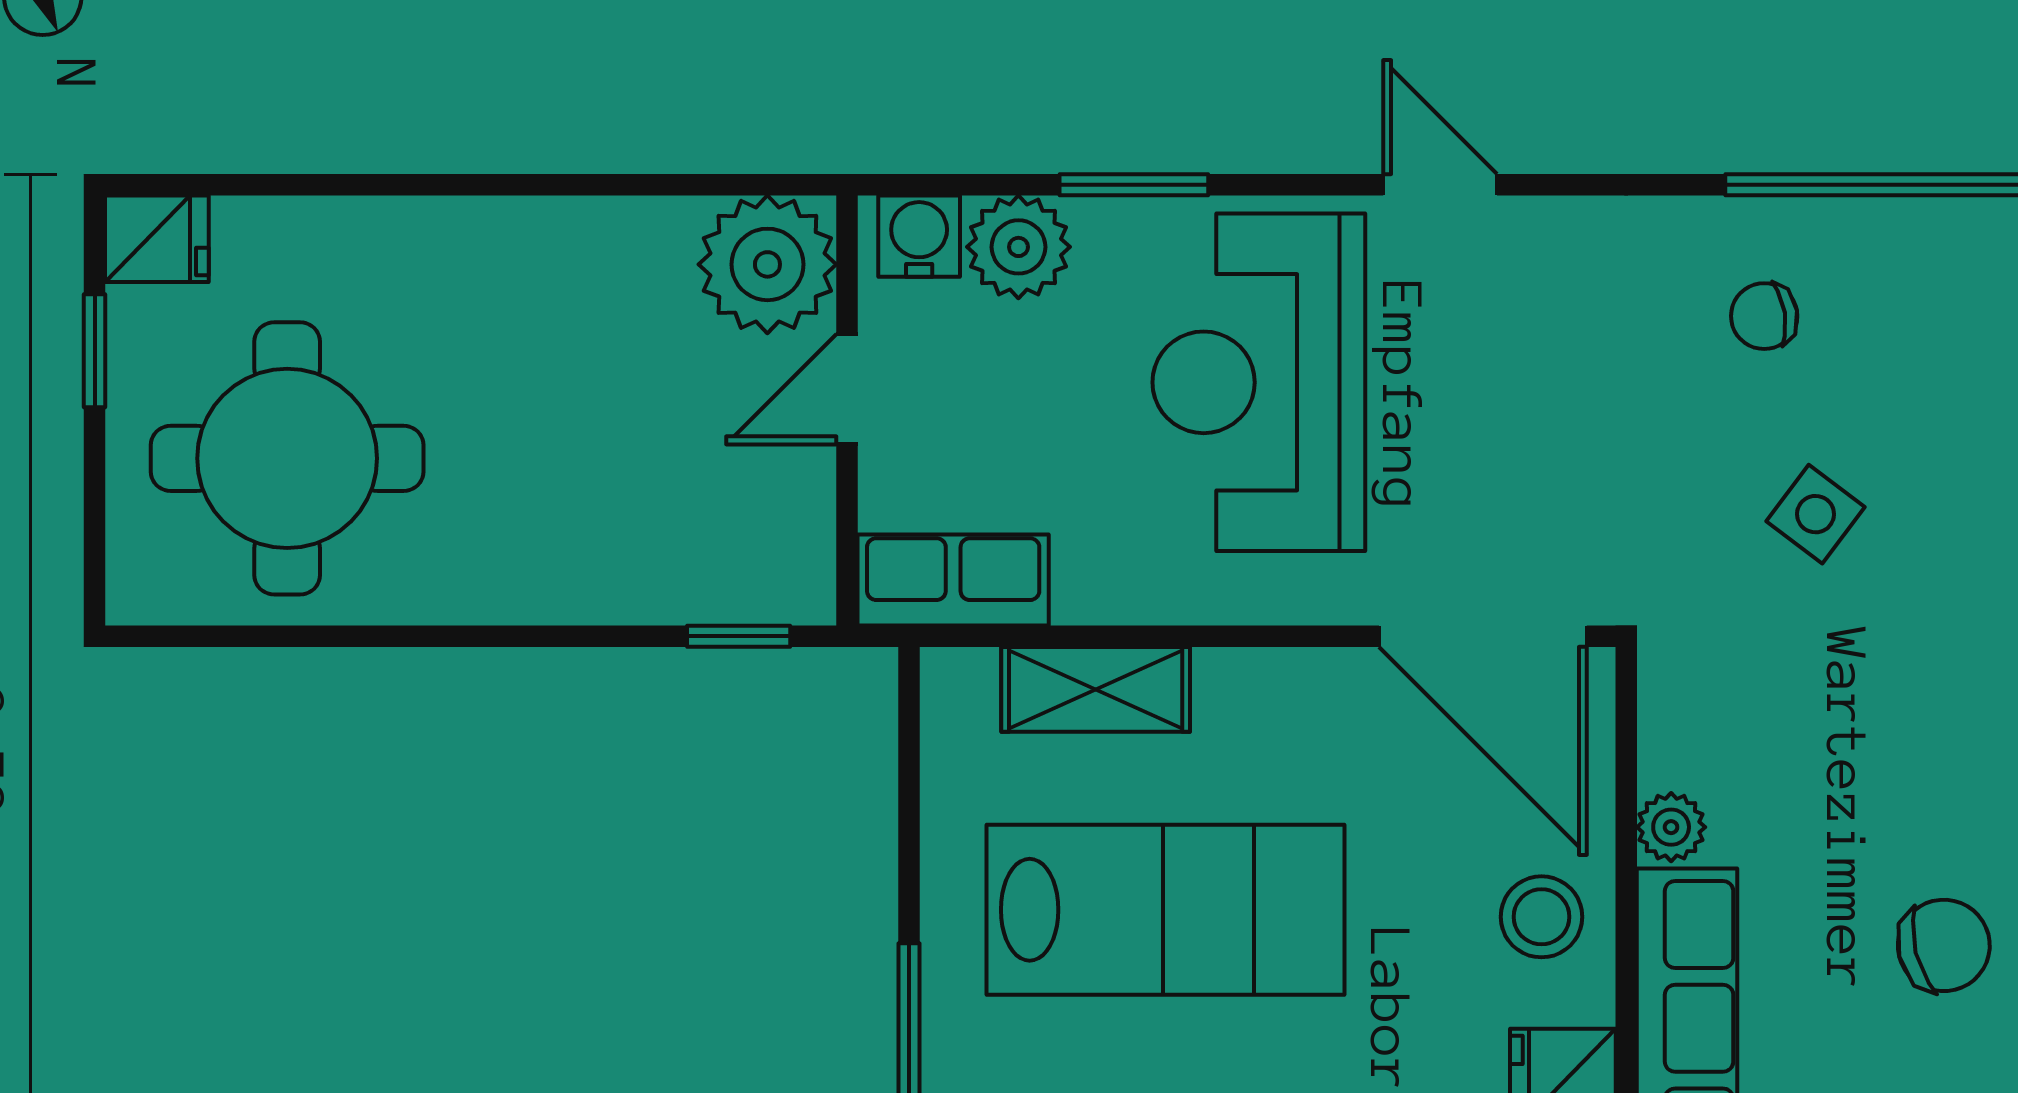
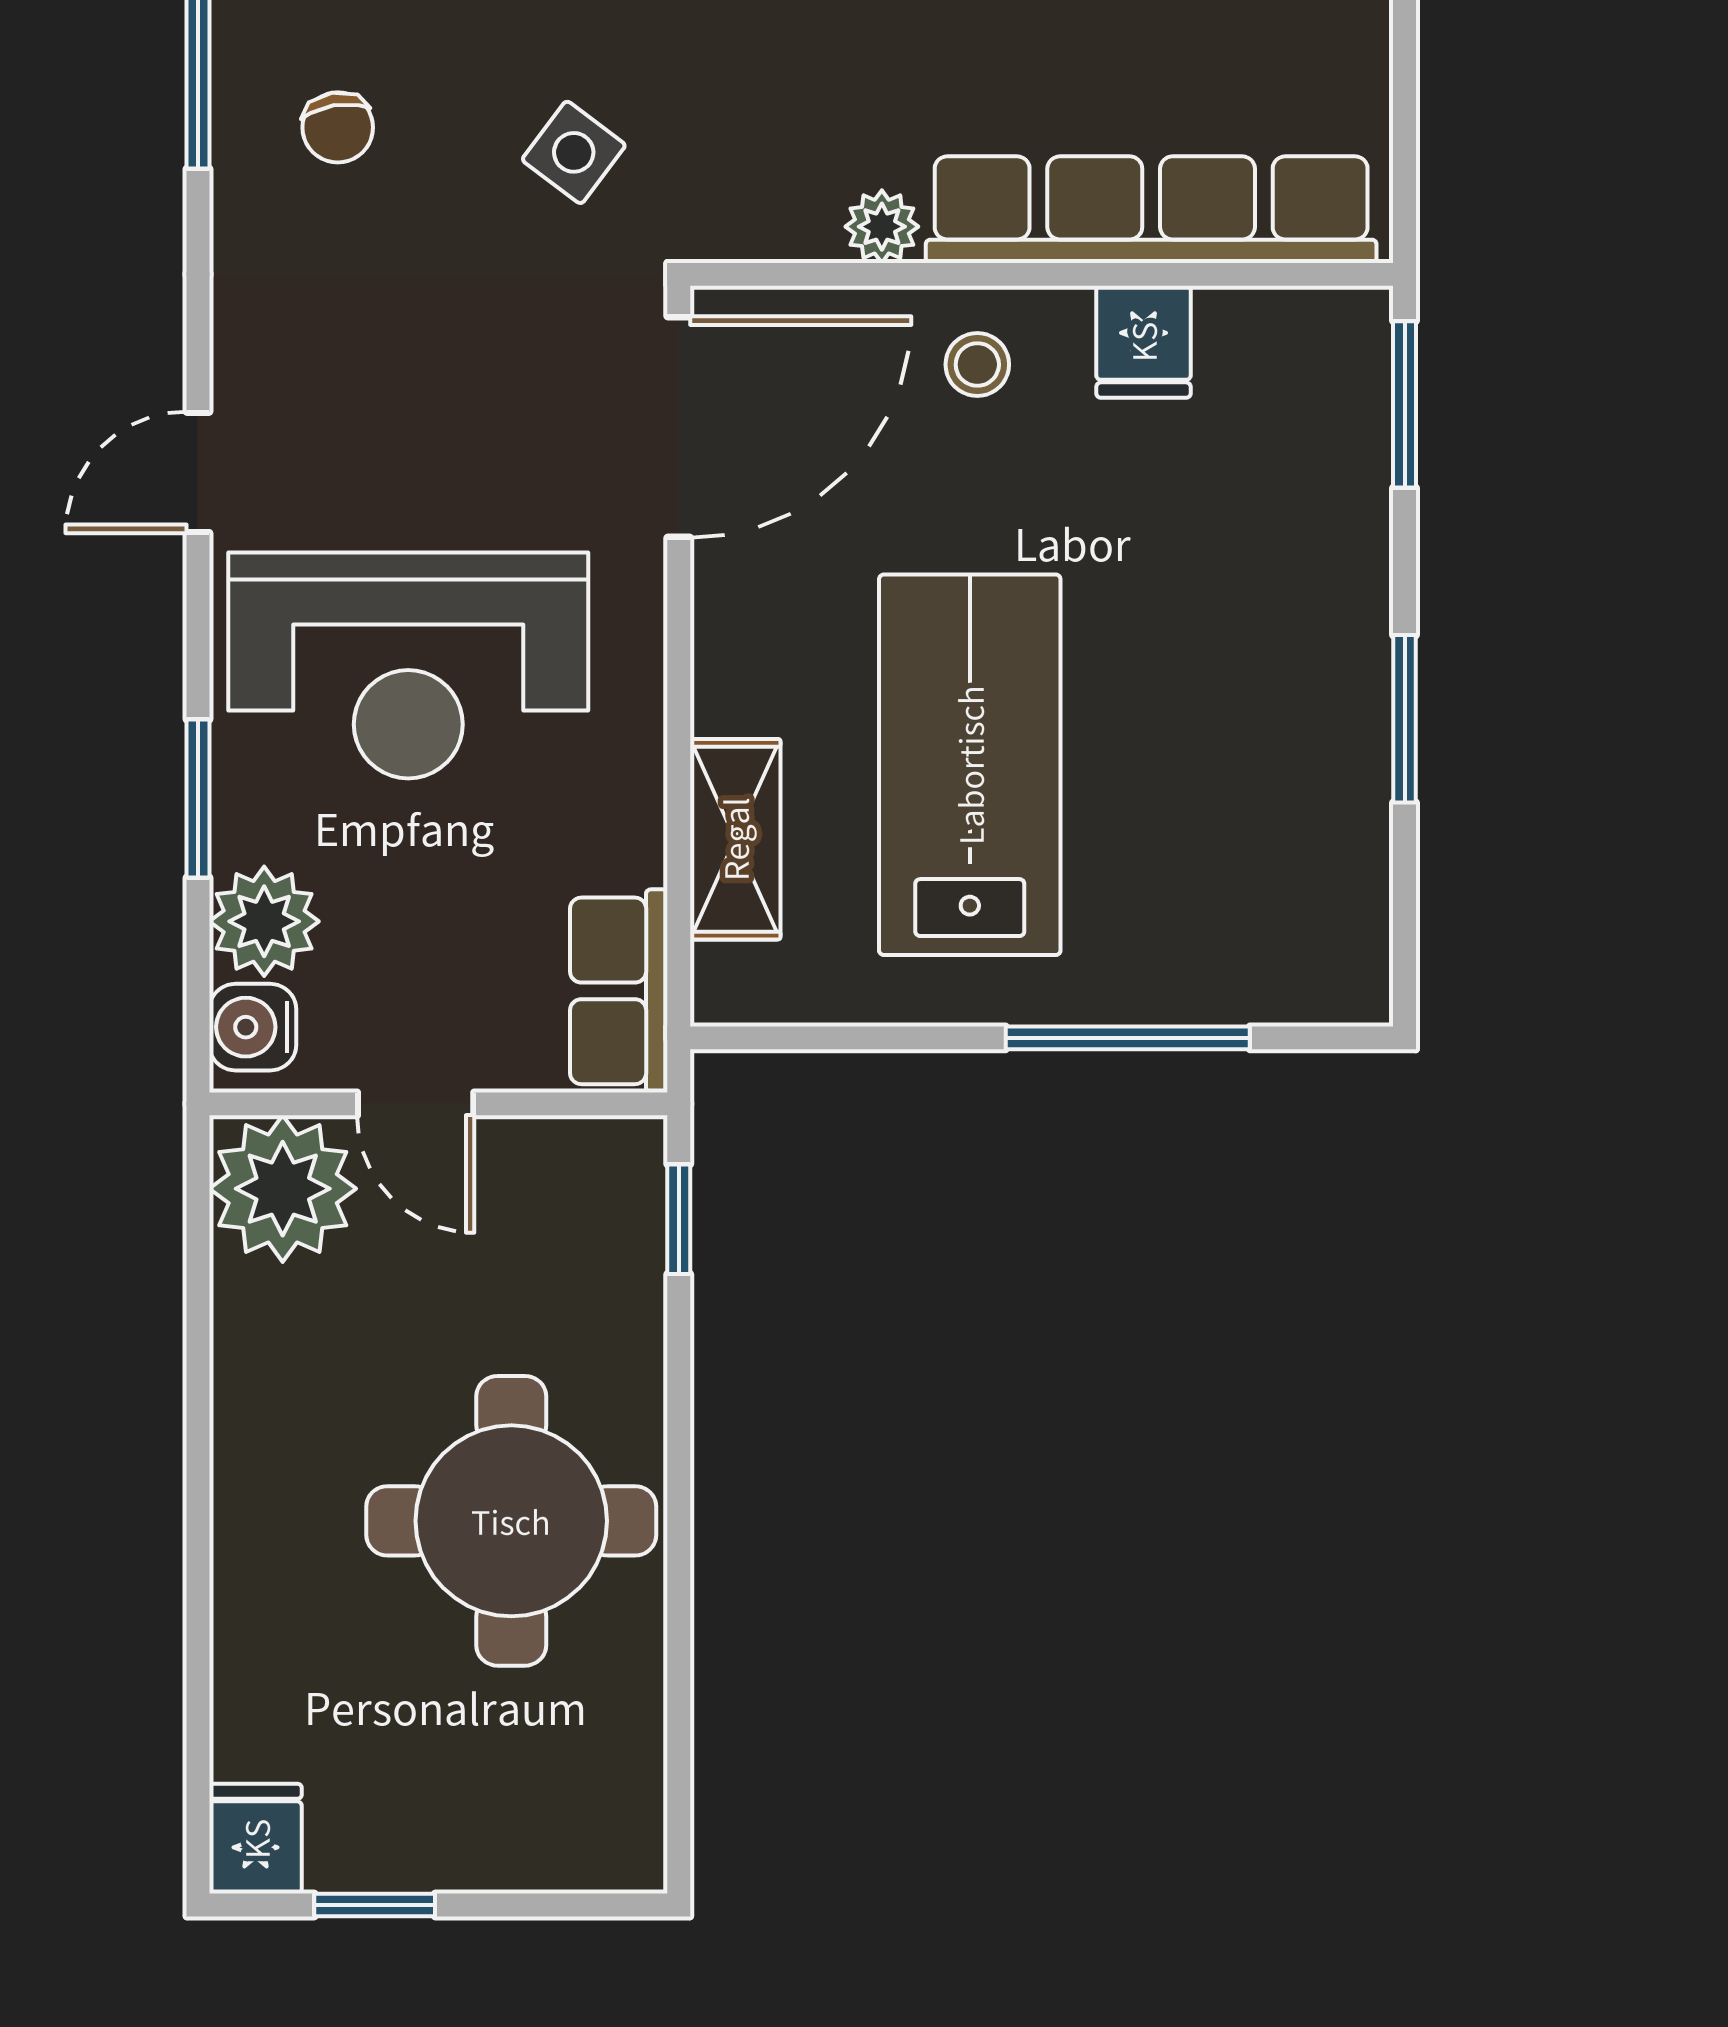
round table: (287, 458) -> (511, 1521), moved
side table: (1816, 514) -> (574, 152), moved
stool: (1541, 917) -> (977, 365), width x0.73, depth x0.73

